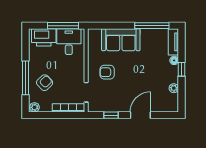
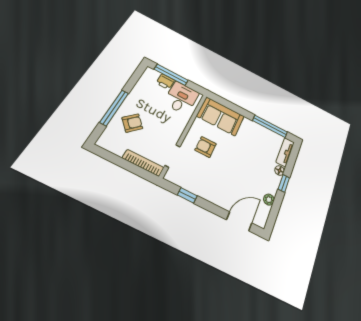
window: (63, 26) -> (171, 75), moved
printer: (44, 37) -> (165, 82), width x0.53, depth x0.68
sofa: (121, 40) -> (221, 116), moved
plant: (34, 107) -> (104, 143), removed
door: (140, 115) -> (239, 221), moved

